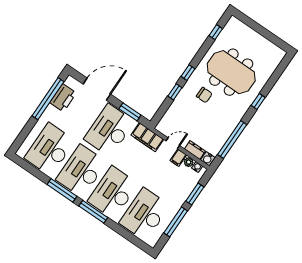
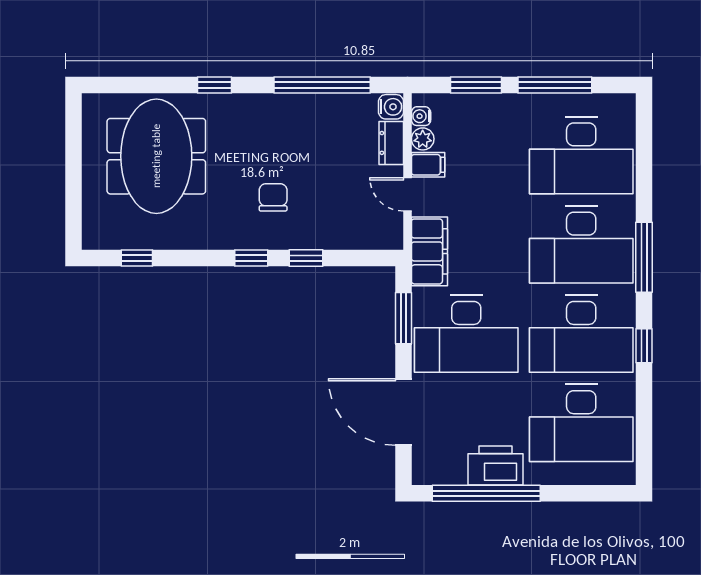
meeting table: (231, 72) -> (156, 156), moved
printer: (63, 98) -> (496, 466), moved
window: (62, 190) -> (644, 346), width x0.46

